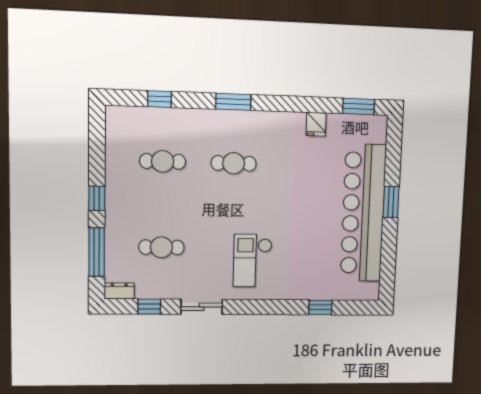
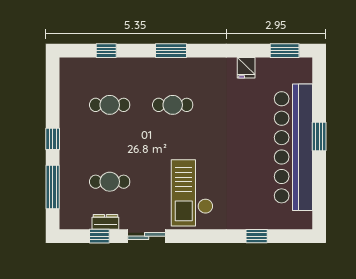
checkout: (253, 261) -> (192, 193), width x1.36, depth x1.21
dresser: (119, 291) -> (105, 222), moved

